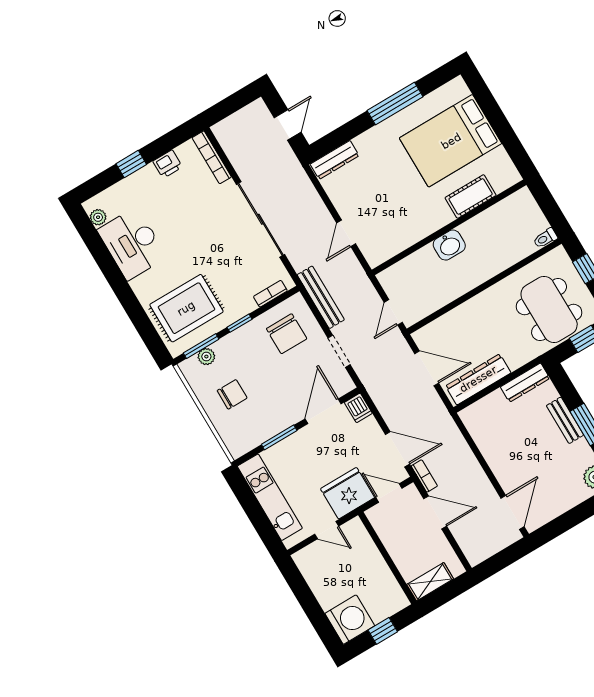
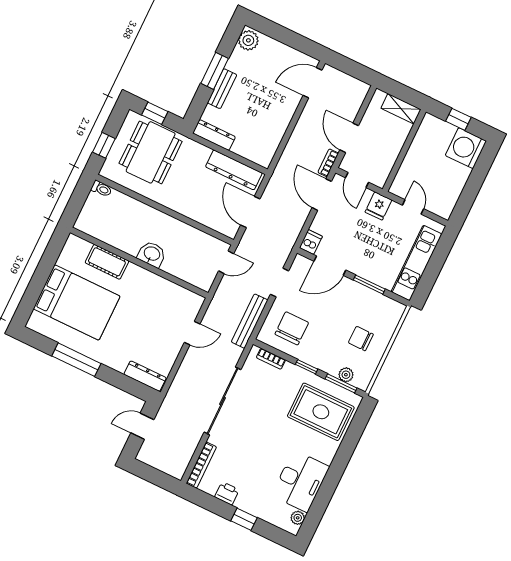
fridge: (348, 493) -> (378, 206), width x0.53, depth x0.75

